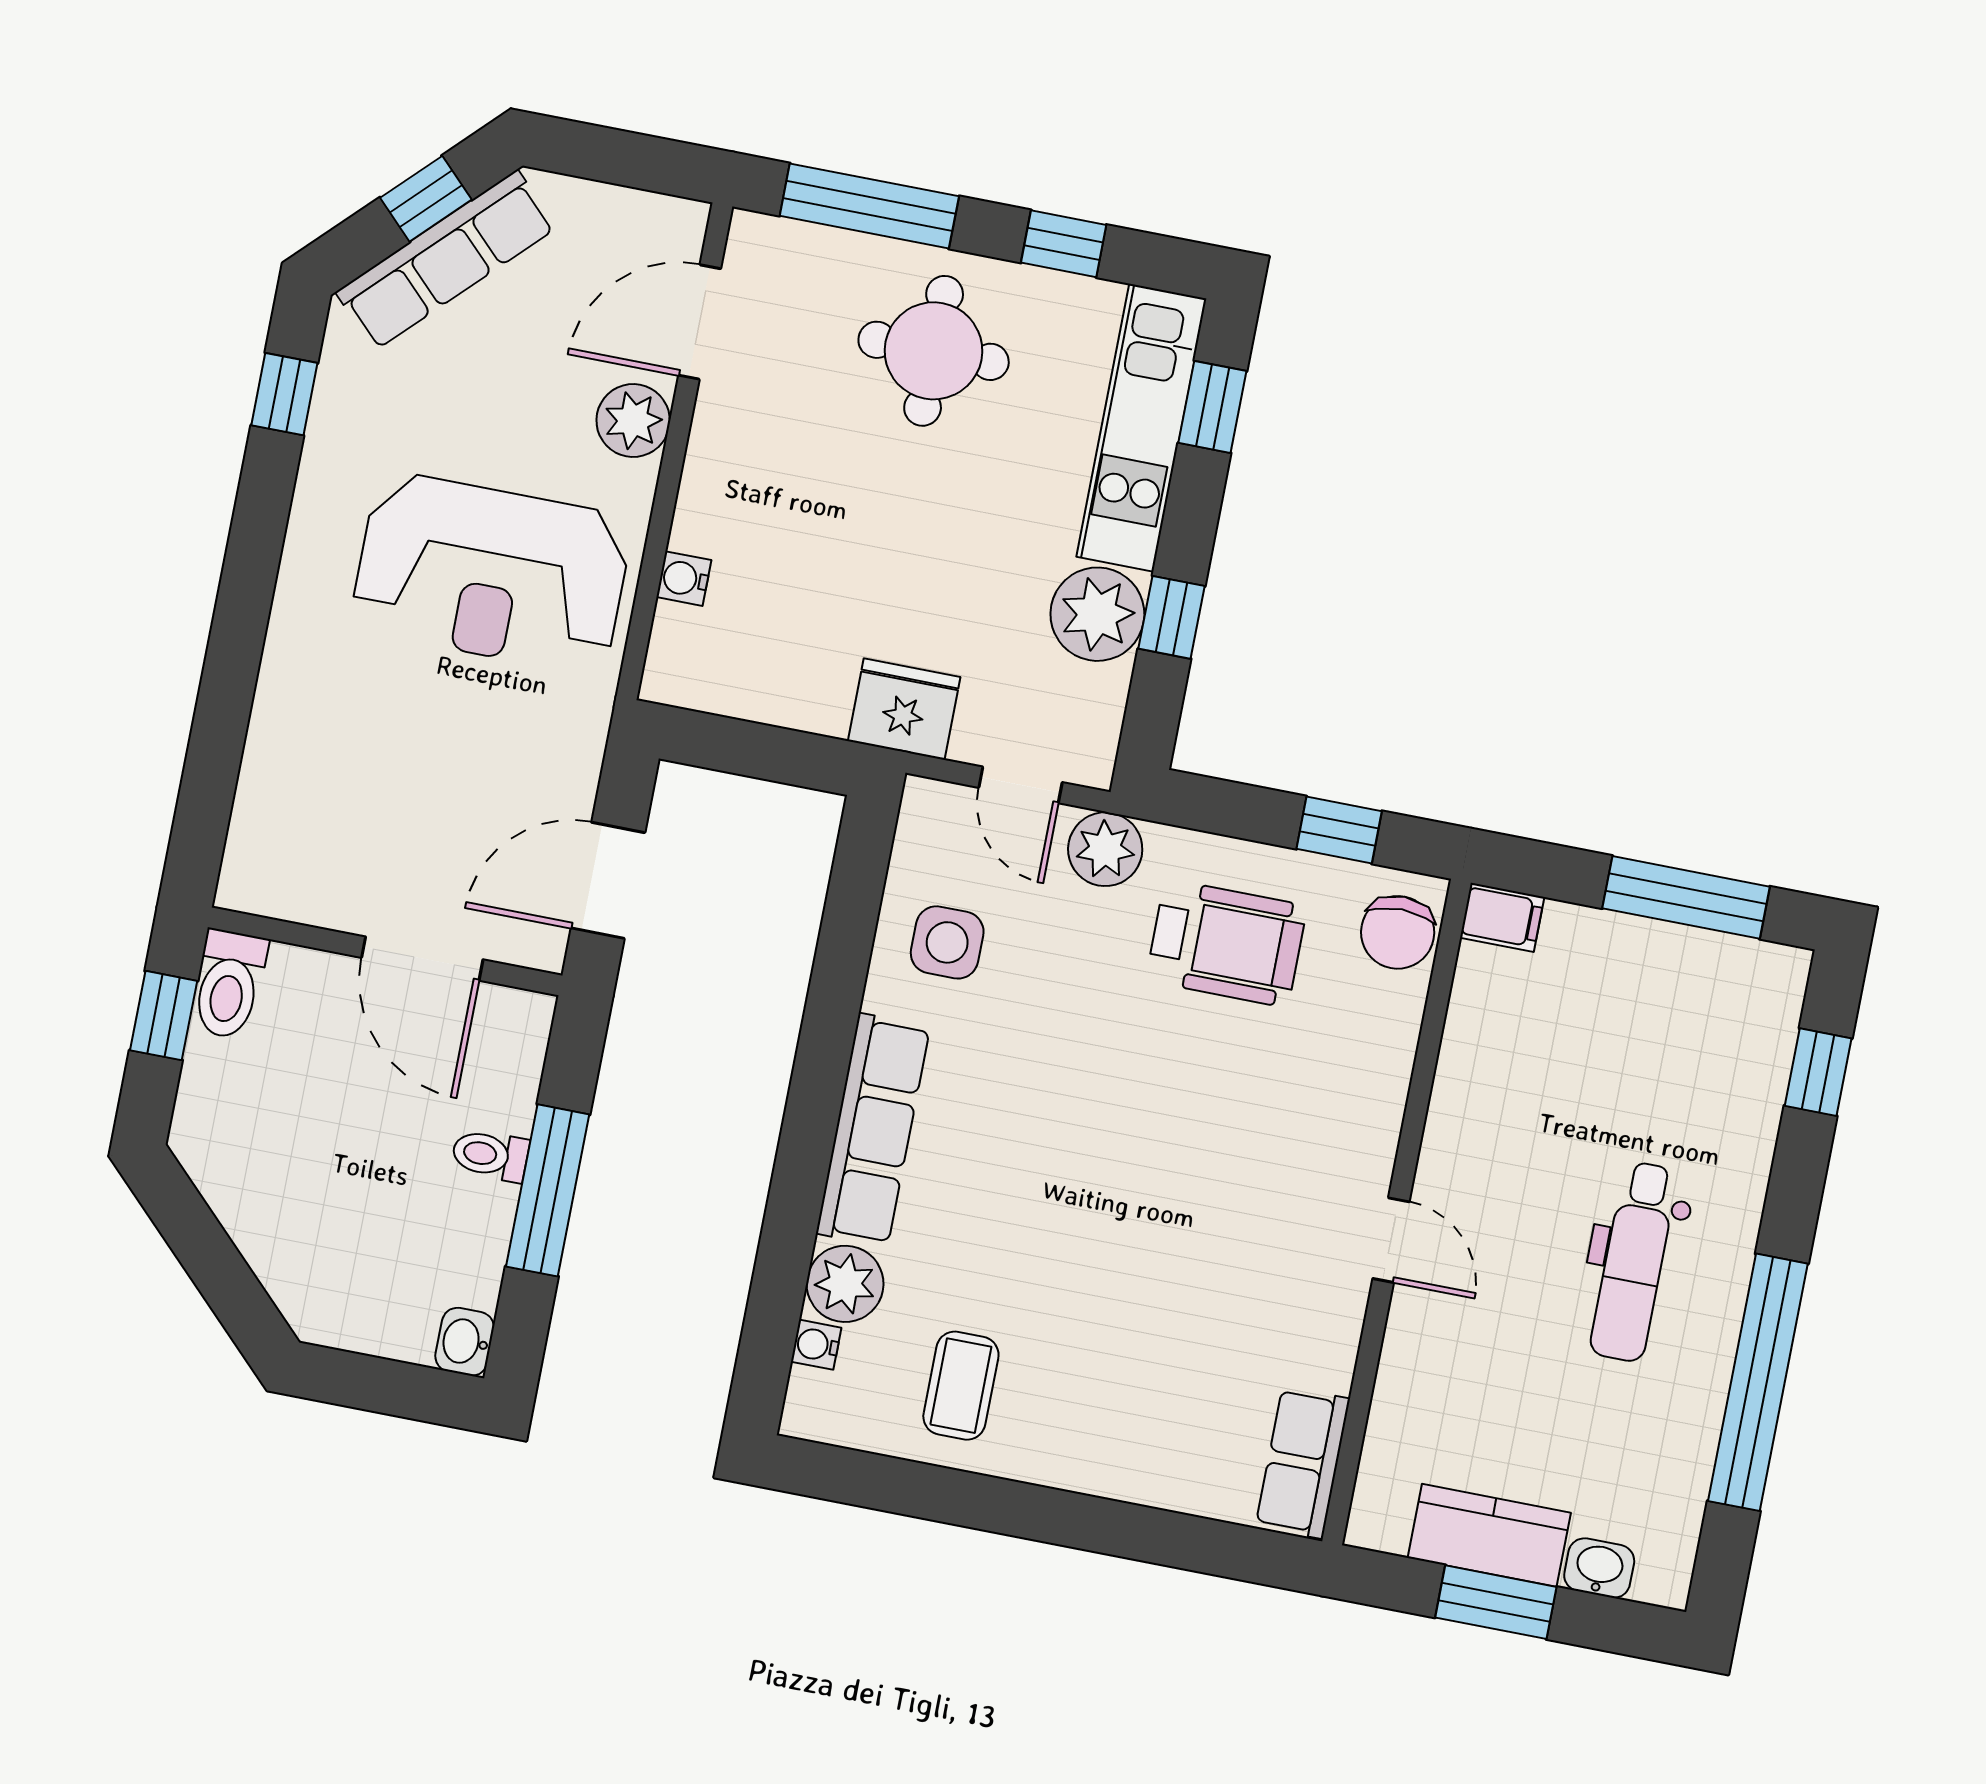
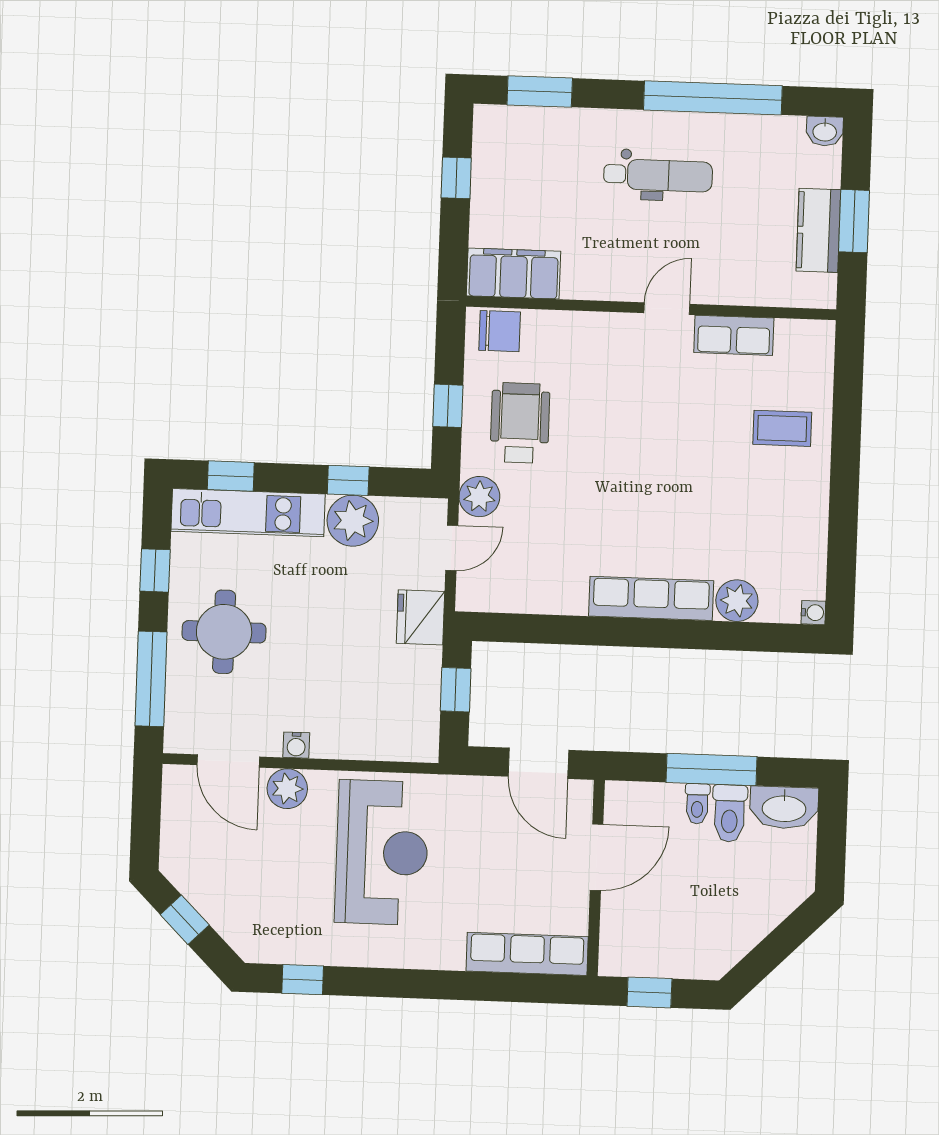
row of seats: (446, 260) -> (527, 954), moved, turned -45
water cooler: (684, 579) -> (296, 745), moved
window: (764, 752) -> (456, 690), added
window: (1339, 830) -> (448, 406), moved
window: (1686, 897) -> (456, 178), width x0.46
filing cabinet: (1502, 917) -> (514, 274), width x3.00, depth x1.17
side table: (947, 942) -> (543, 574), removed
toilet: (229, 984) -> (730, 813), moved, turned 90
window: (1818, 1072) -> (540, 92), width x1.50
washbasin: (465, 1342) -> (784, 808), width x1.91, depth x1.45
water cooler: (816, 1345) -> (813, 613), moved, turned -90
coffee table: (961, 1386) -> (782, 428), moved
row of seats: (1303, 1462) -> (734, 335), moved
washbasin: (1599, 1568) -> (825, 131), moved, turned -90

